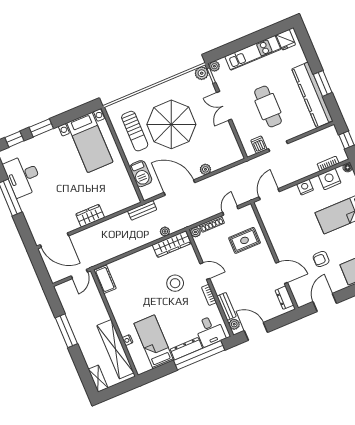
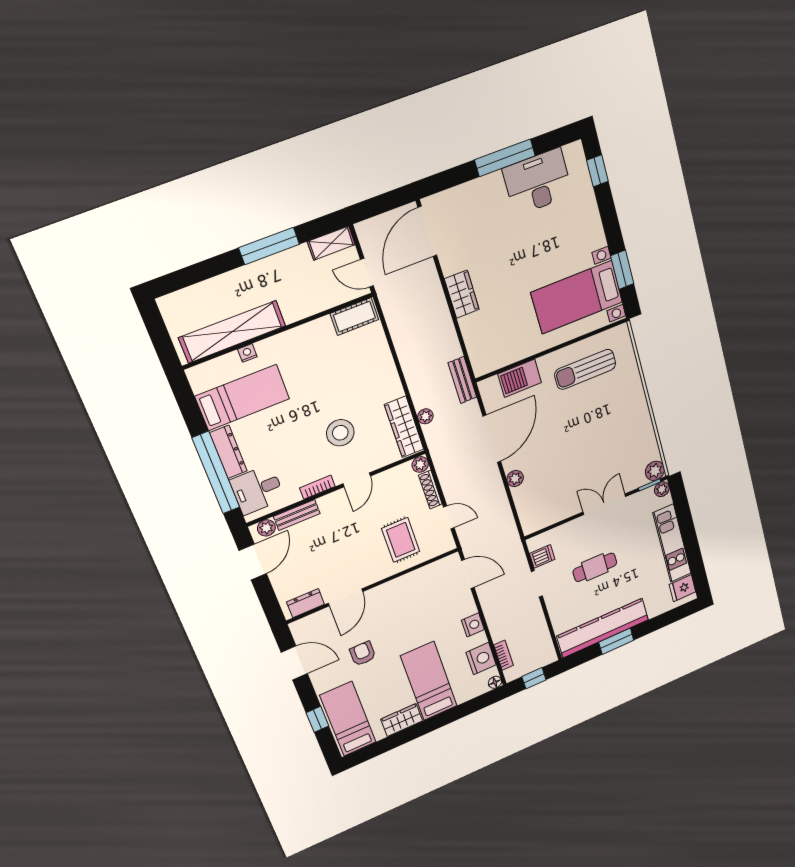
cafe table: (268, 107) -> (595, 567), width x0.73, depth x0.74
parasol: (171, 124) -> (588, 426), removed
window: (41, 128) -> (622, 270), moved
shelving: (98, 379) -> (331, 243), moved

